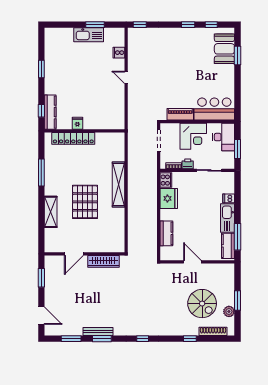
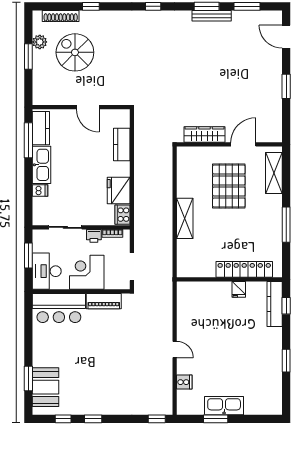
shelving: (118, 184) -> (185, 218), width x0.68
door: (74, 254) -> (243, 144), moved
wall: (85, 254) -> (229, 144), moved
wardrobe: (103, 261) -> (205, 135), moved

